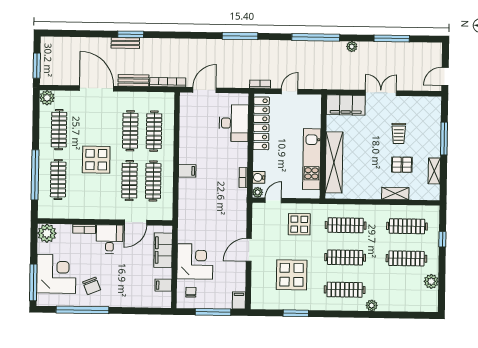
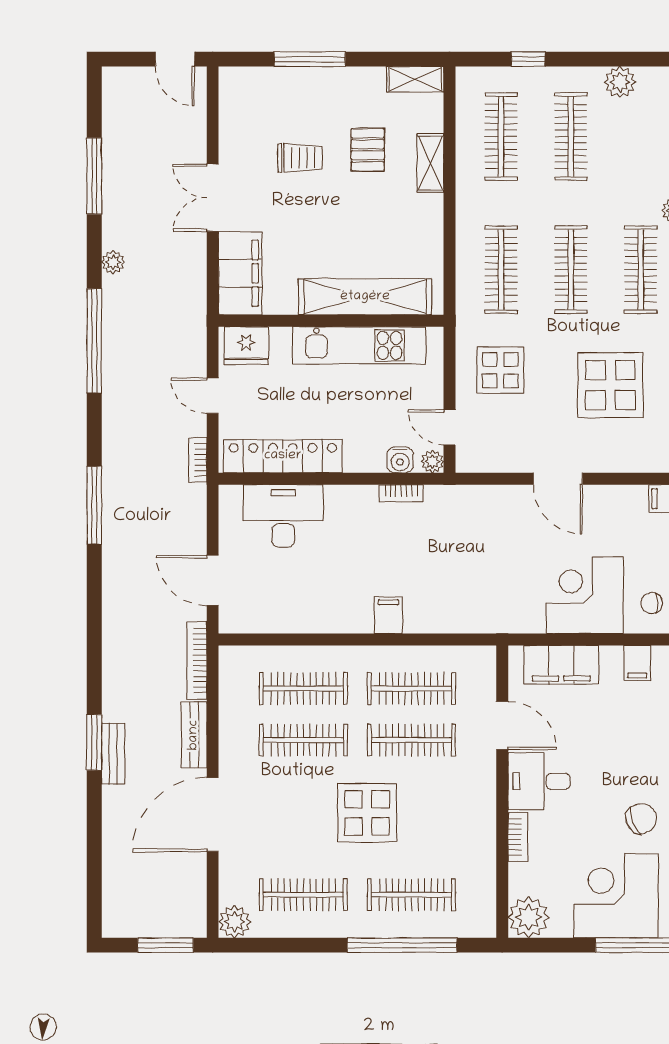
fridge: (312, 107) -> (246, 346), added
shelving: (434, 171) -> (415, 79), moved

